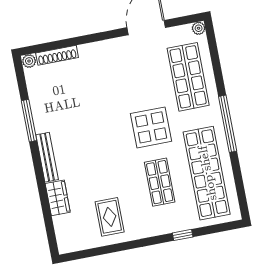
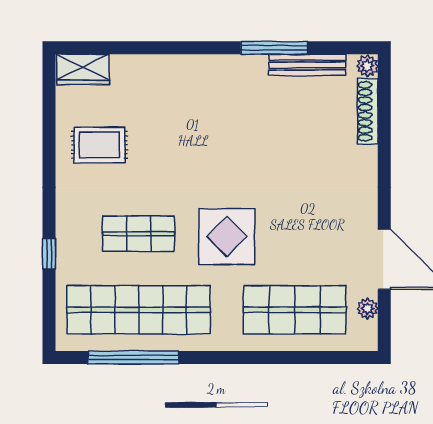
plant: (199, 28) -> (368, 309), moved
window: (228, 124) -> (133, 357), moved
bench: (47, 157) -> (307, 65), moved
wardrobe: (58, 198) -> (83, 69), moved

